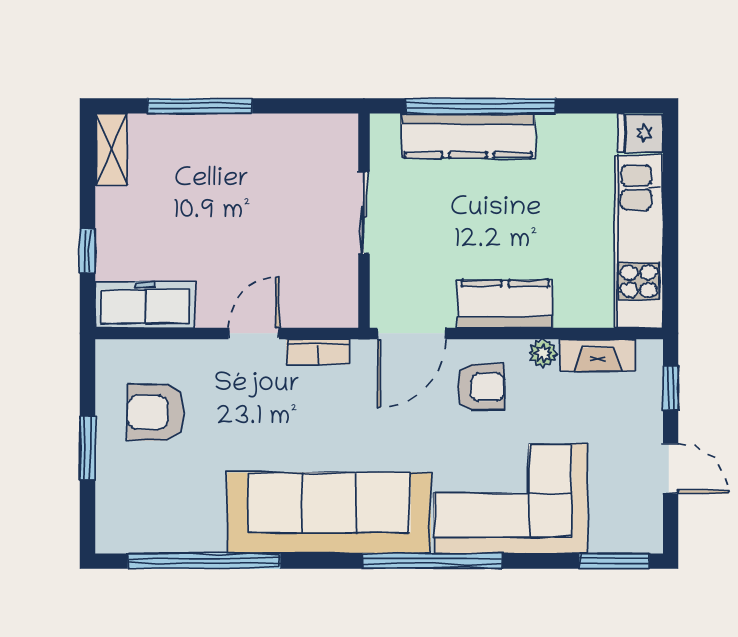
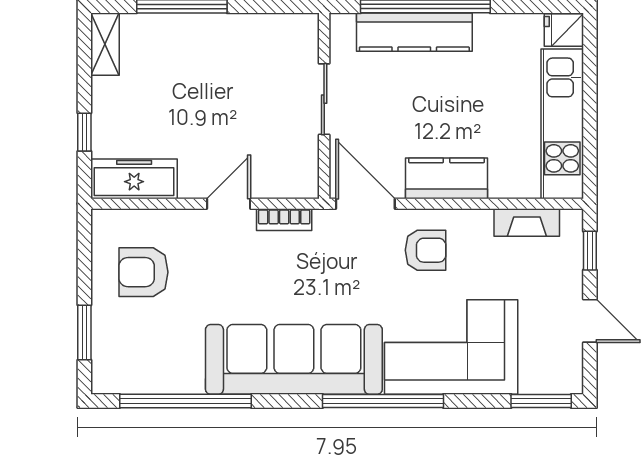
door: (412, 333) -> (365, 204), swing flipped
plant: (543, 353) -> (479, 221), removed
window: (87, 448) -> (84, 333), moved

